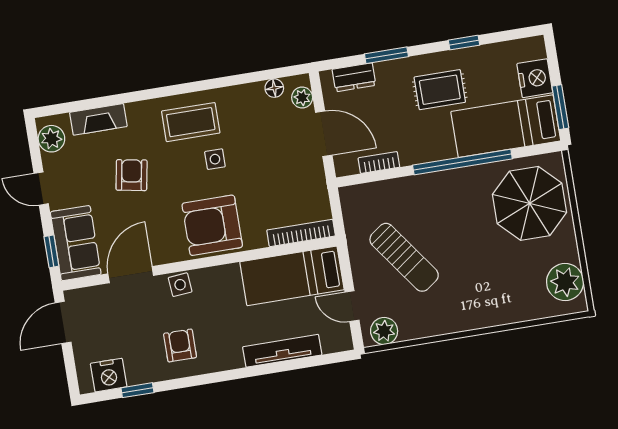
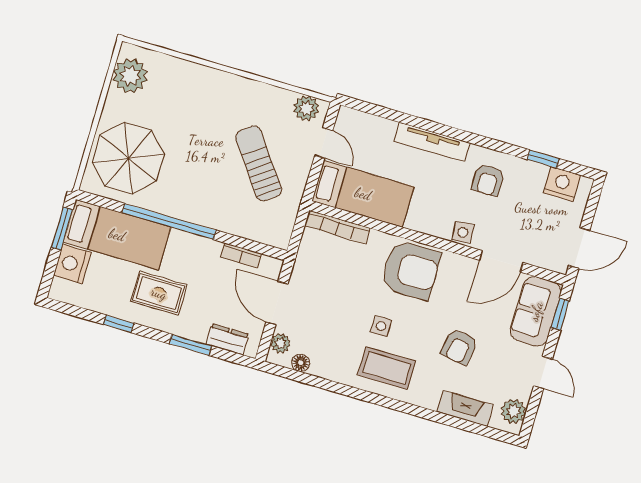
tv unit: (282, 351) -> (432, 142), moved

